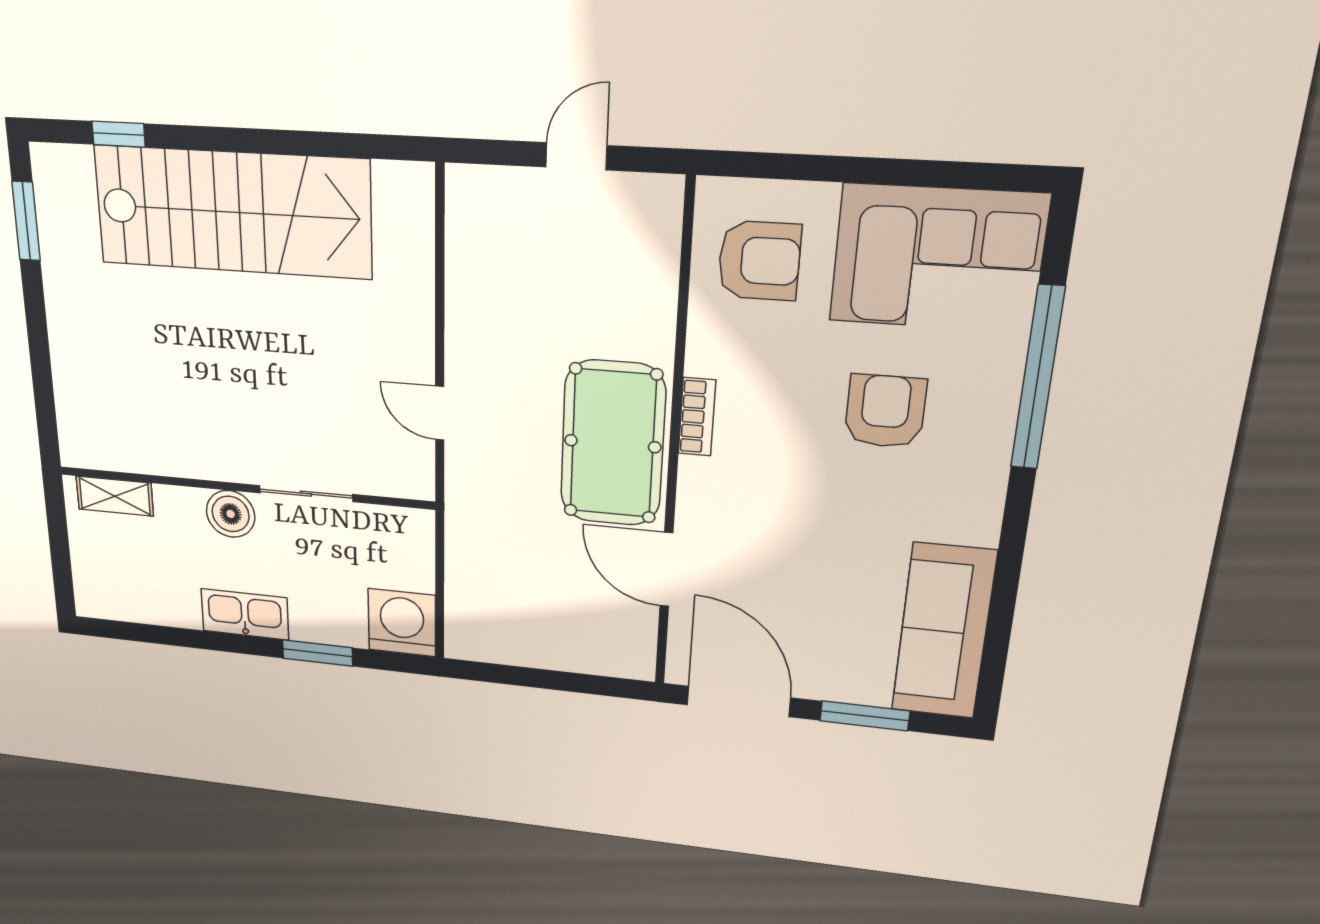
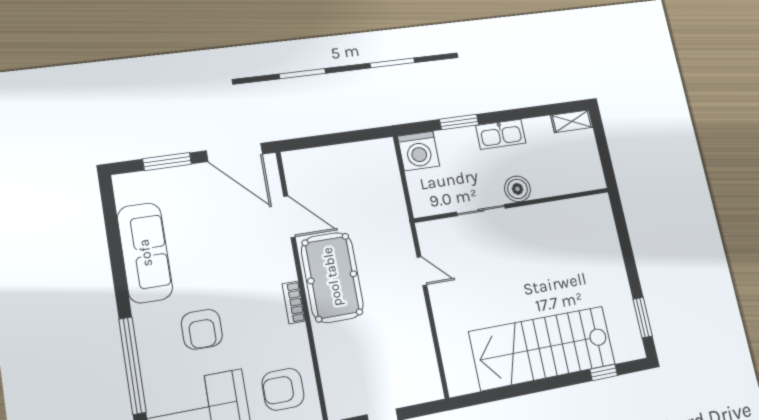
shelving: (115, 496) -> (572, 121), moved
sofa: (944, 631) -> (145, 253), moved

